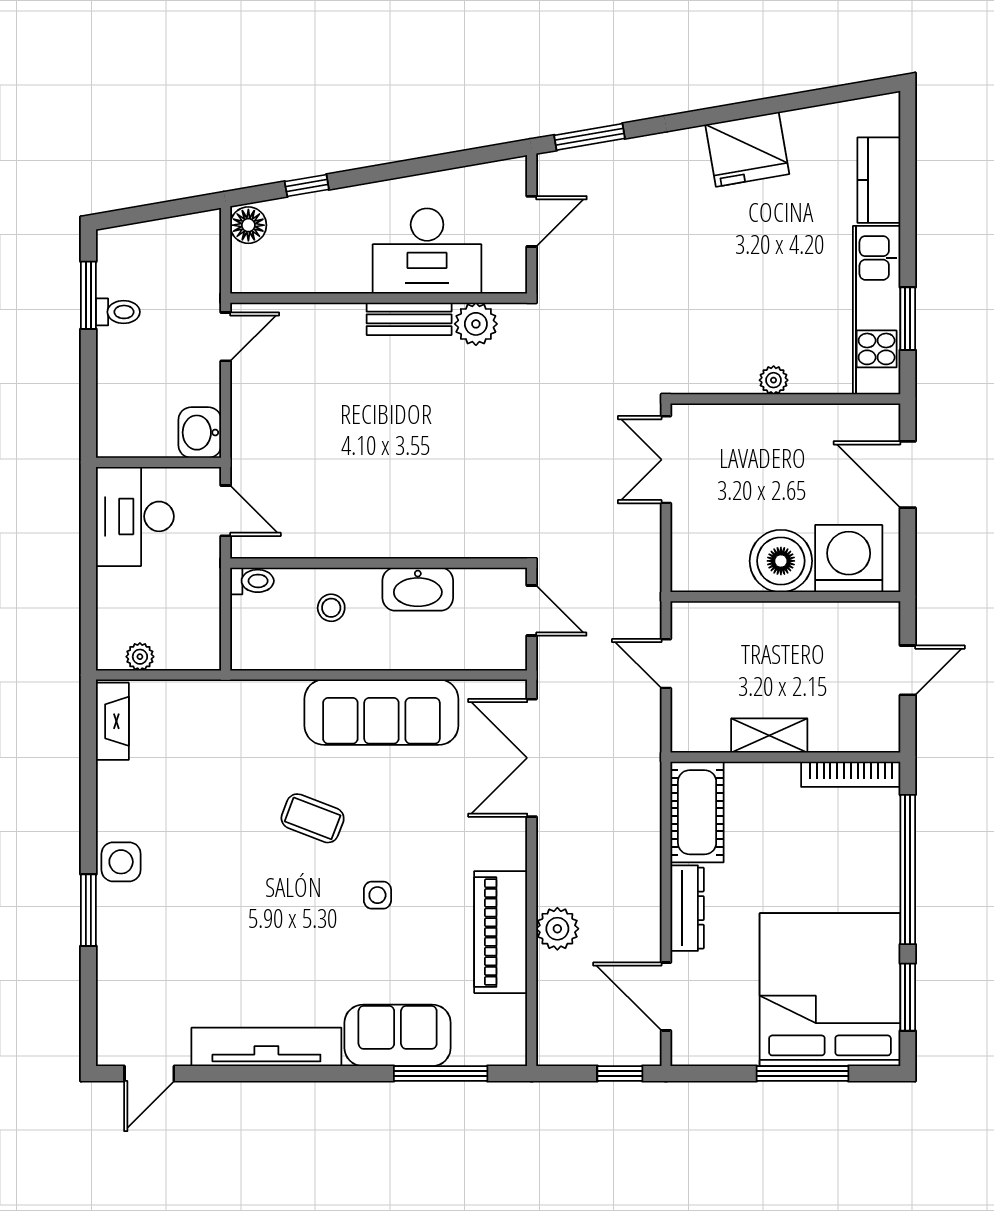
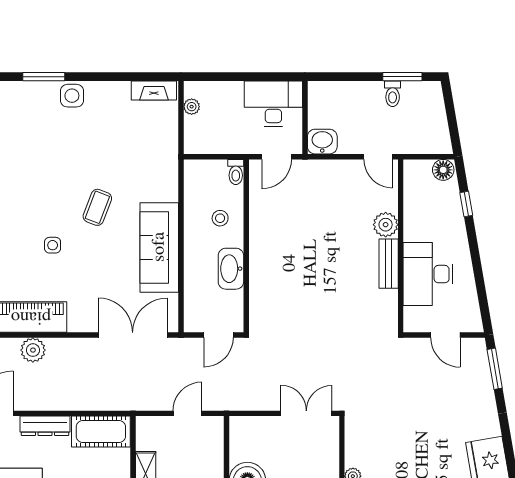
plant: (476, 324) -> (386, 225), moved

